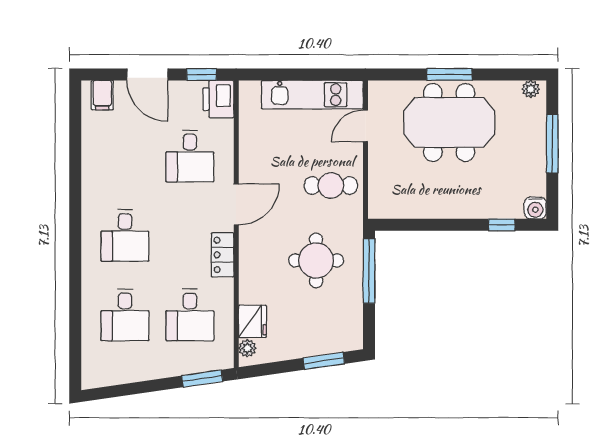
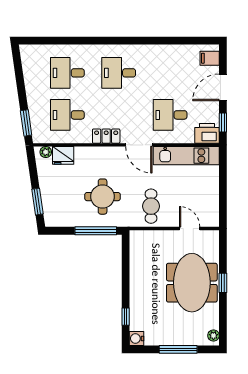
window: (449, 74) -> (223, 283), width x0.67
kitchen unit: (312, 95) -> (186, 156), moved, turned -90

